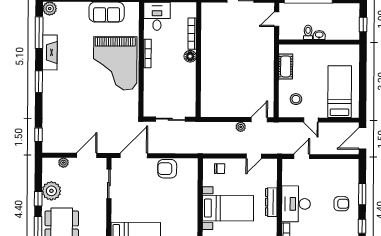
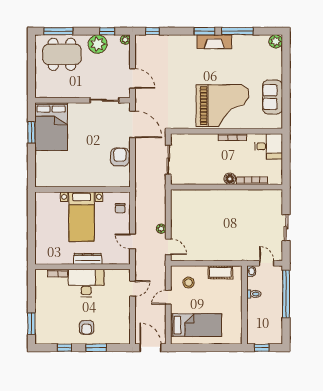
window: (39, 33) -> (238, 31), moved
washbasin: (319, 35) -> (251, 271), moved
fireplace: (50, 52) -> (214, 42), moved
grand piano: (115, 63) -> (223, 106), turned 180
door: (302, 156) -> (133, 289), hinge flipped
plant: (63, 163) -> (125, 40), moved
window: (38, 199) -> (107, 31), moved

